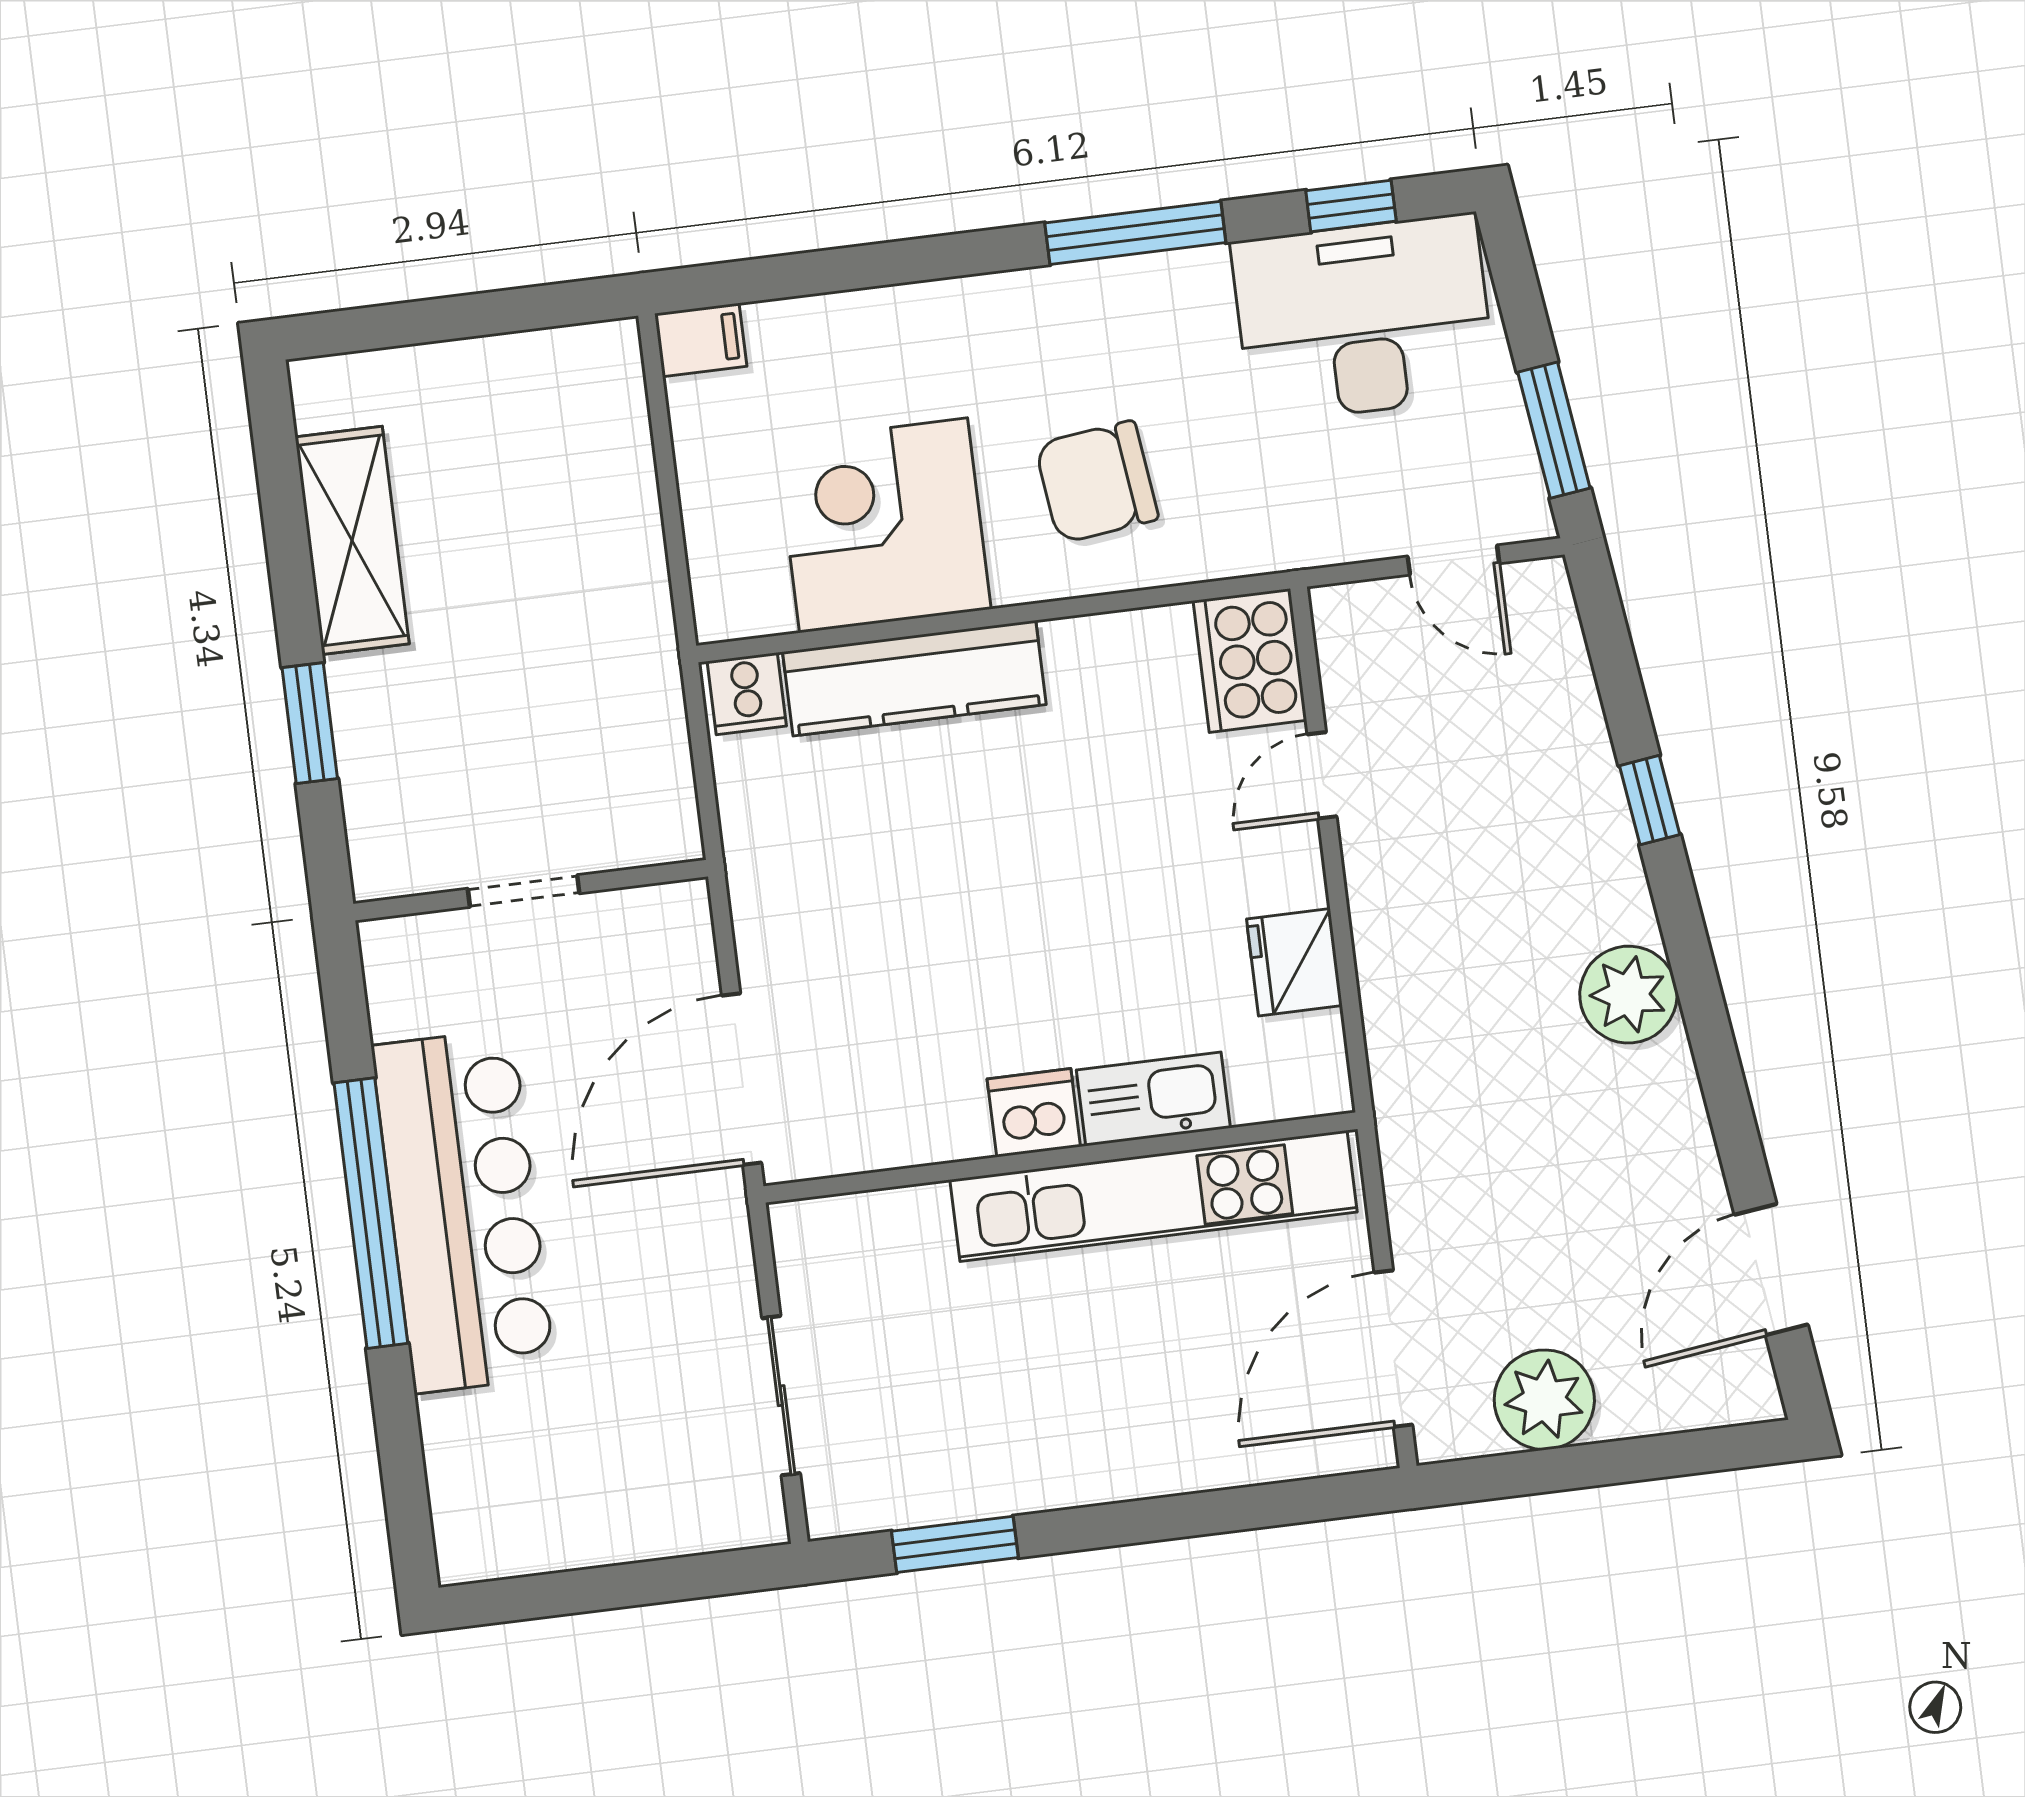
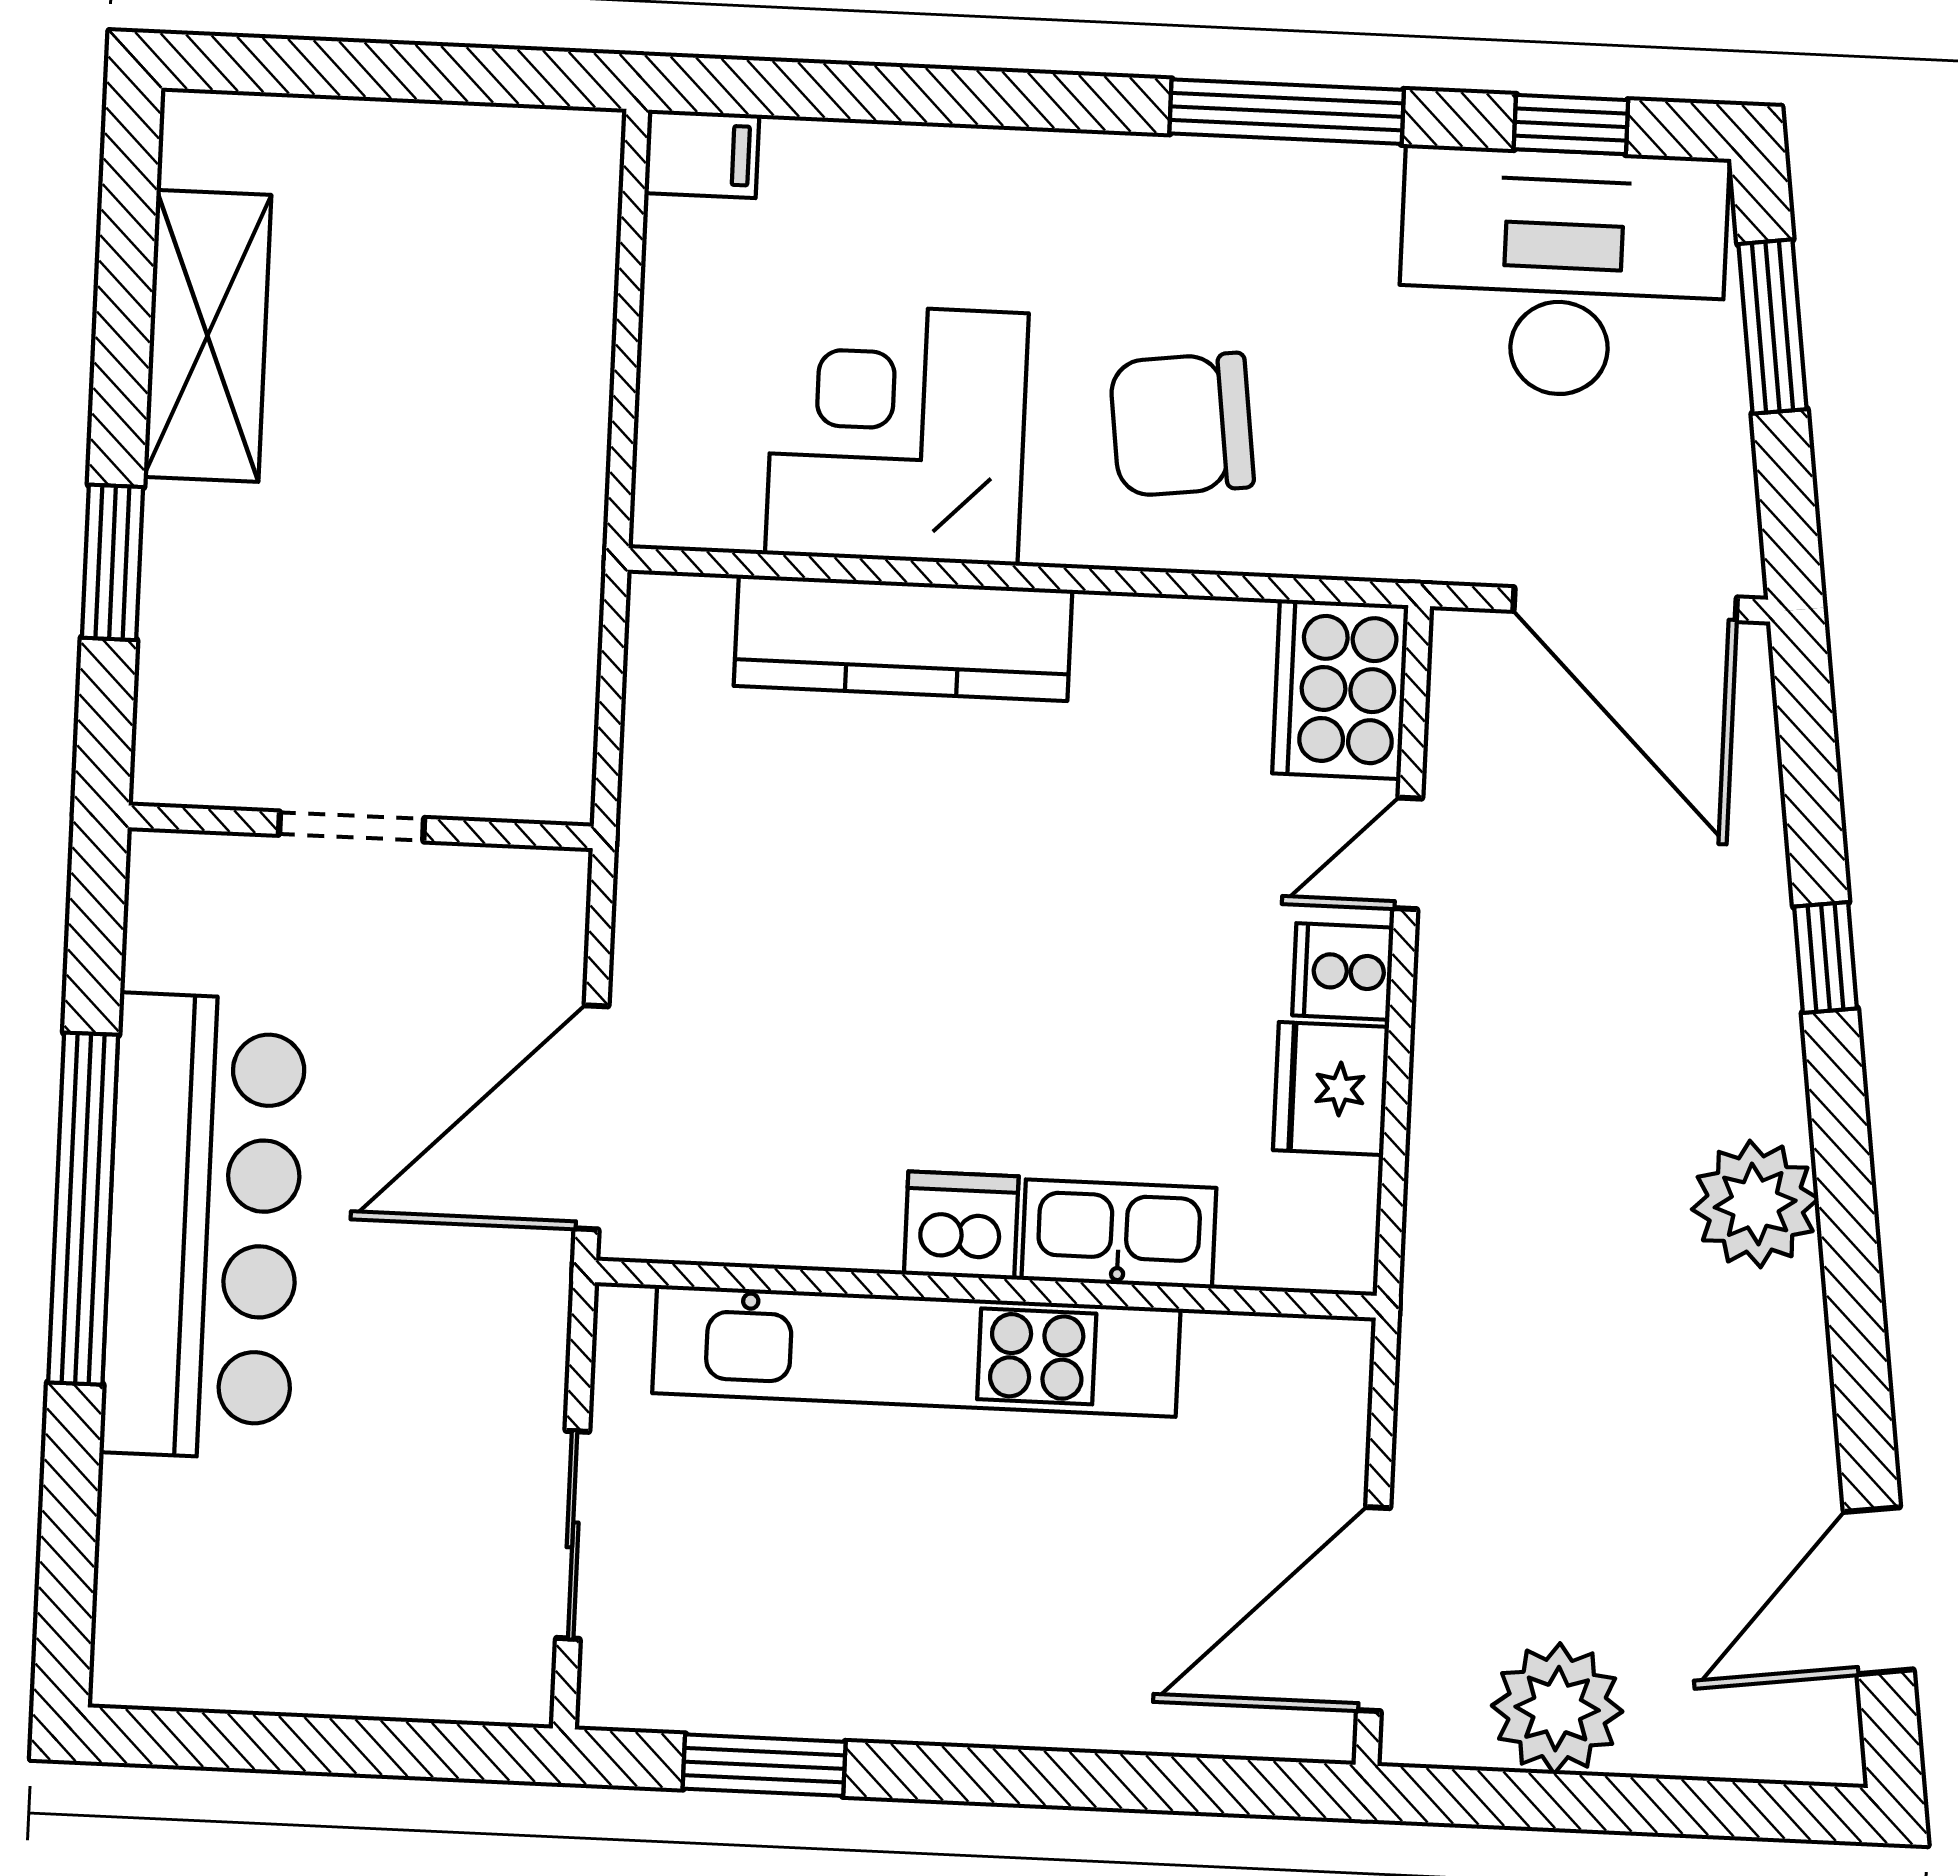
window: (1554, 430) -> (1772, 327), moved
door: (1453, 560) -> (1625, 604), width x1.87
cooker: (747, 694) -> (1343, 971), moved, turned 90
kitchen unit: (1153, 1196) -> (916, 1351), moved

